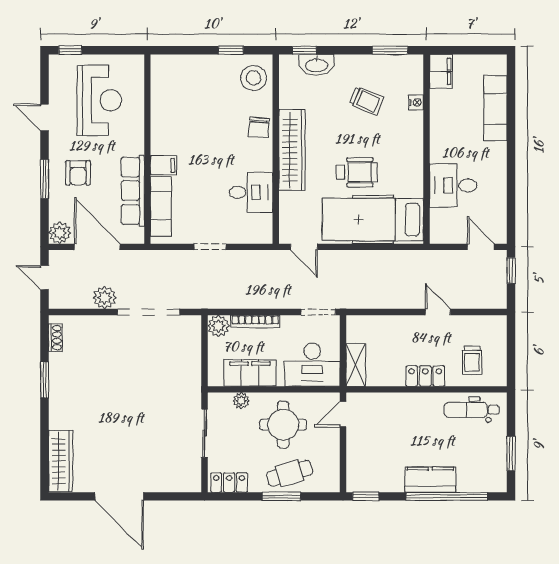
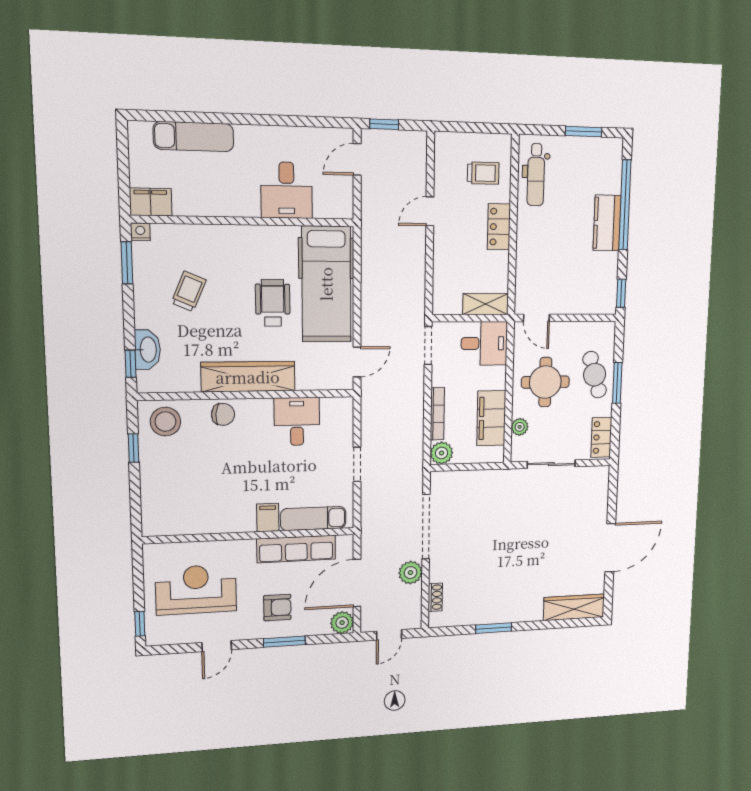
nightstand: (416, 102) -> (140, 232), moved
shoe rack: (55, 338) -> (435, 597), moved, turned 90
desk: (312, 365) -> (484, 343), width x0.73

